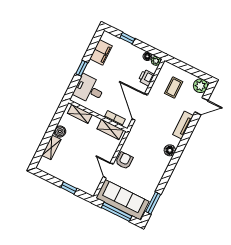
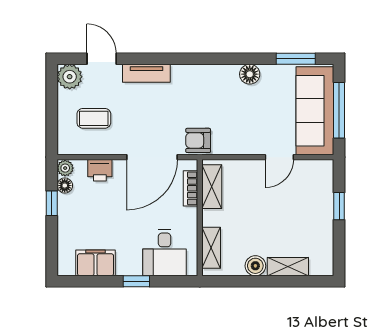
window: (127, 38) -> (52, 203), moved
floor lamp: (170, 150) -> (250, 74), moved
armchair: (124, 161) -> (198, 140), moved

